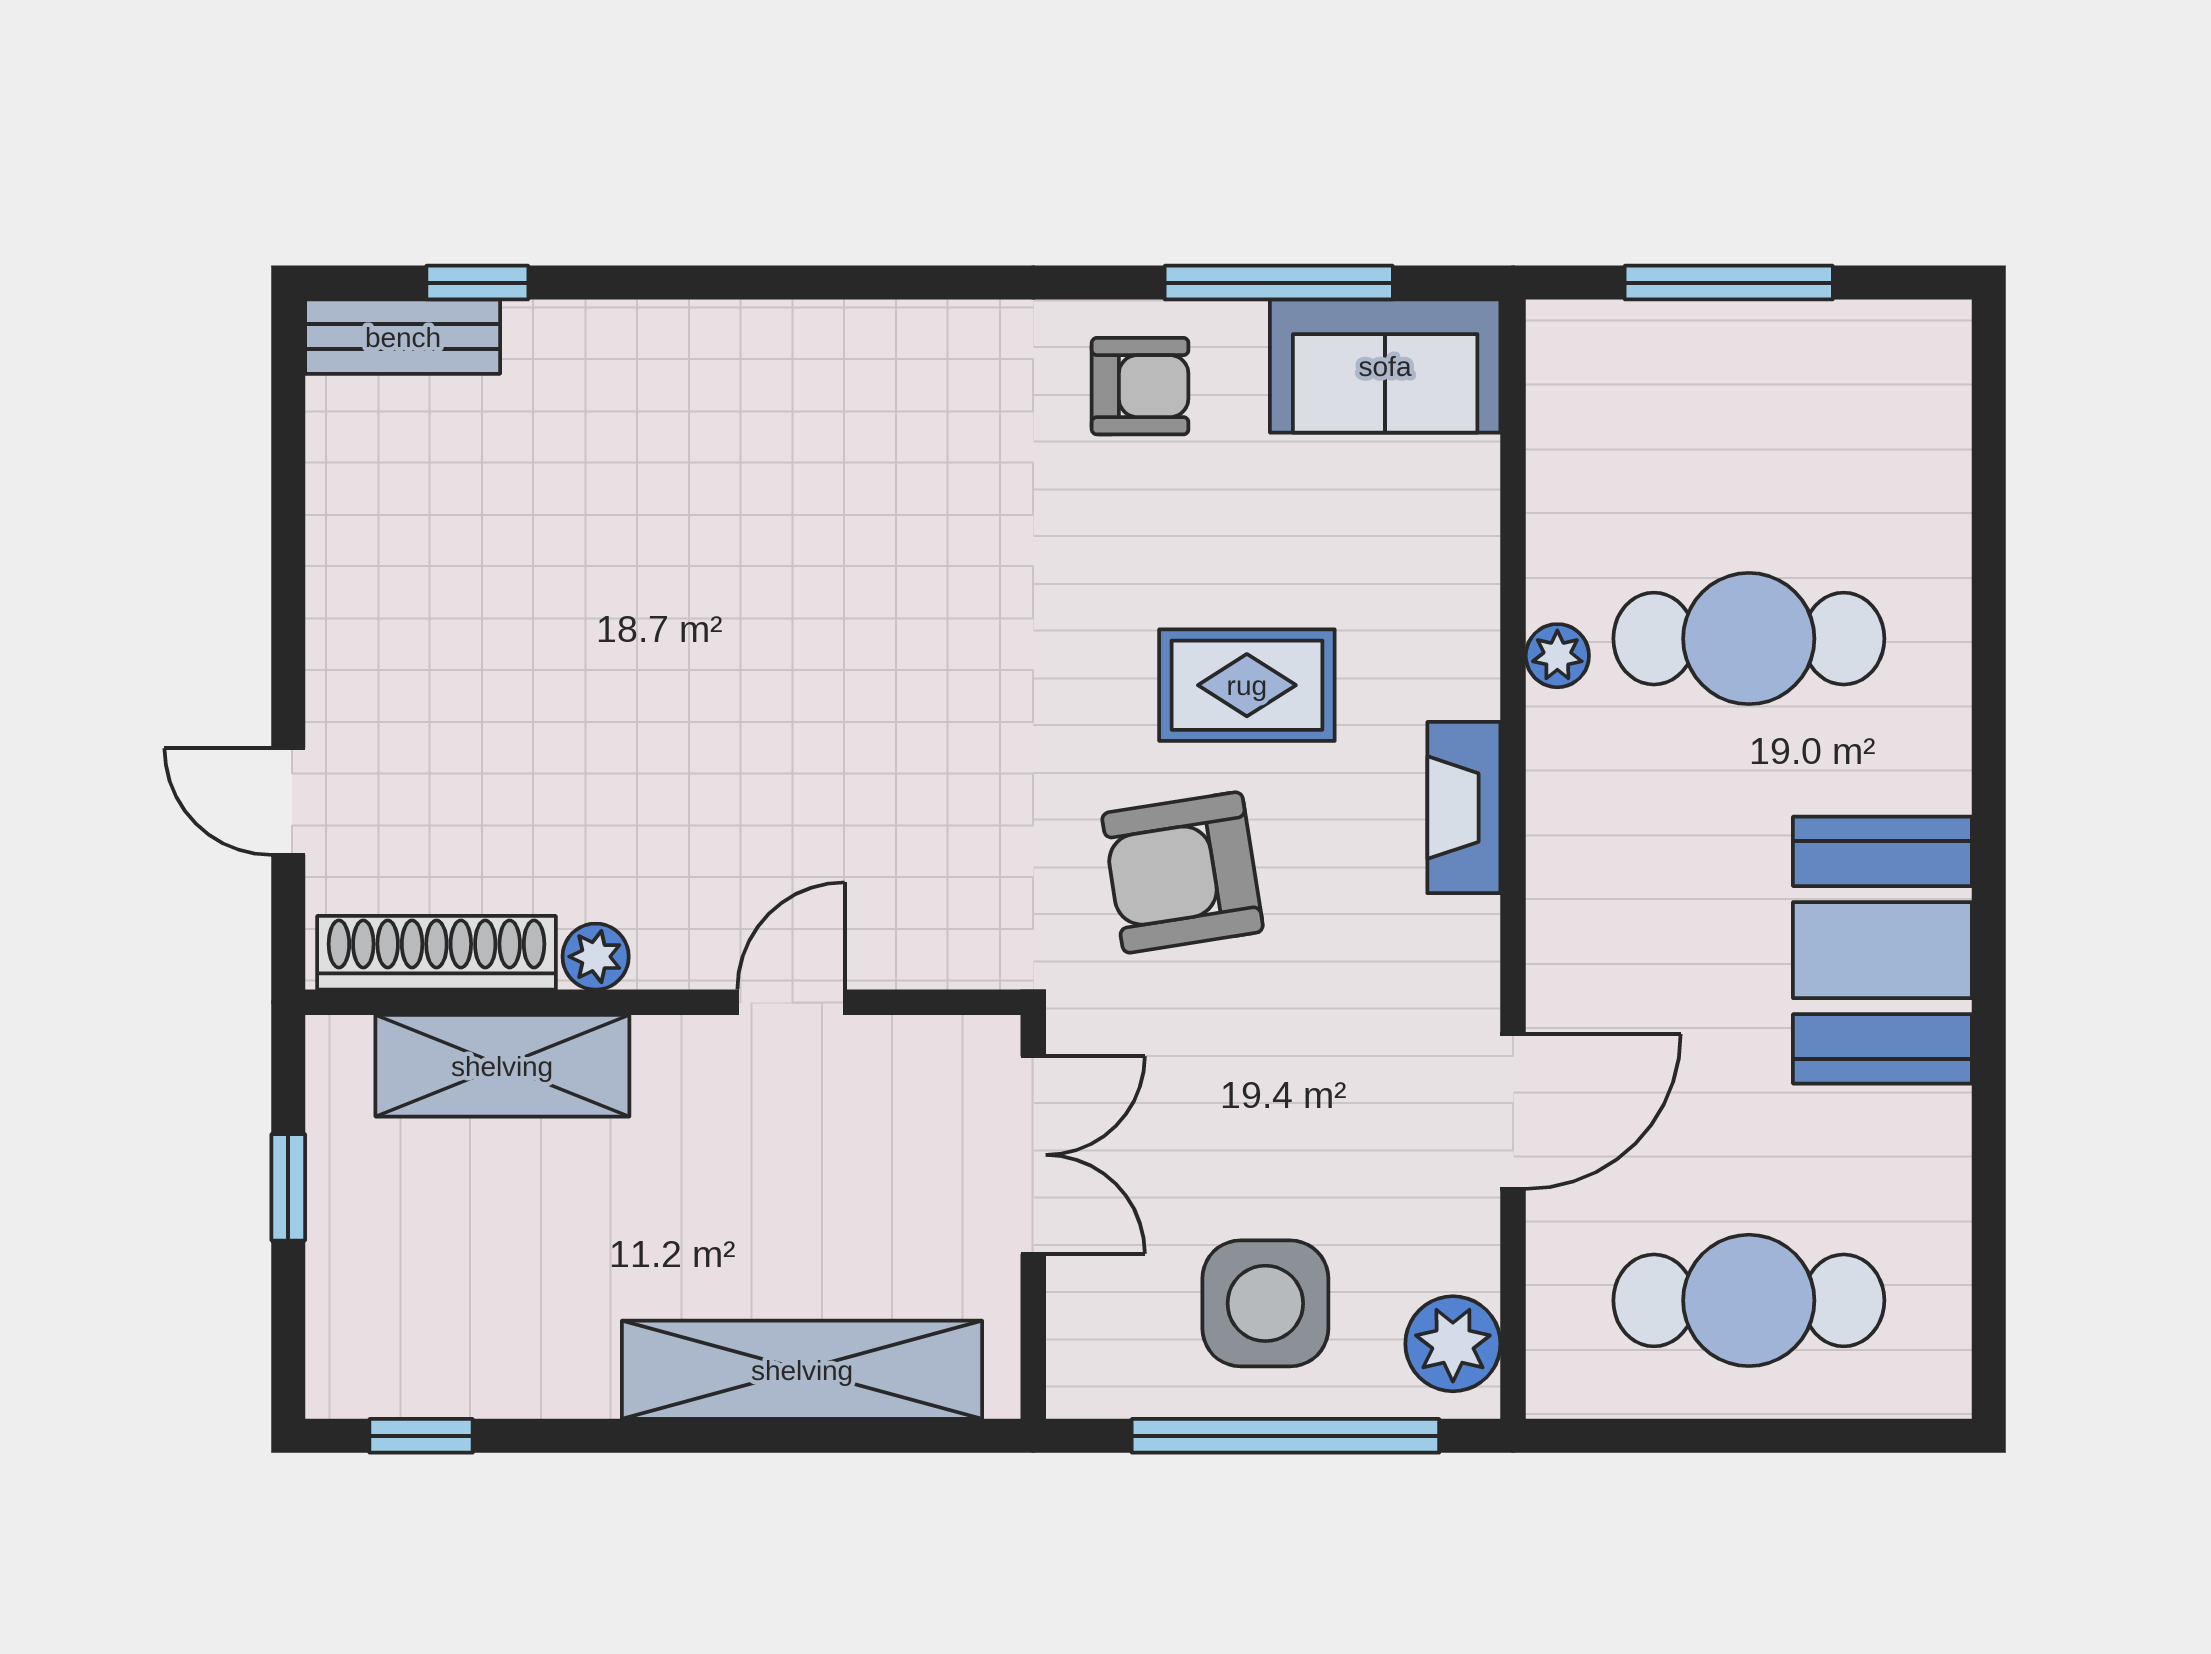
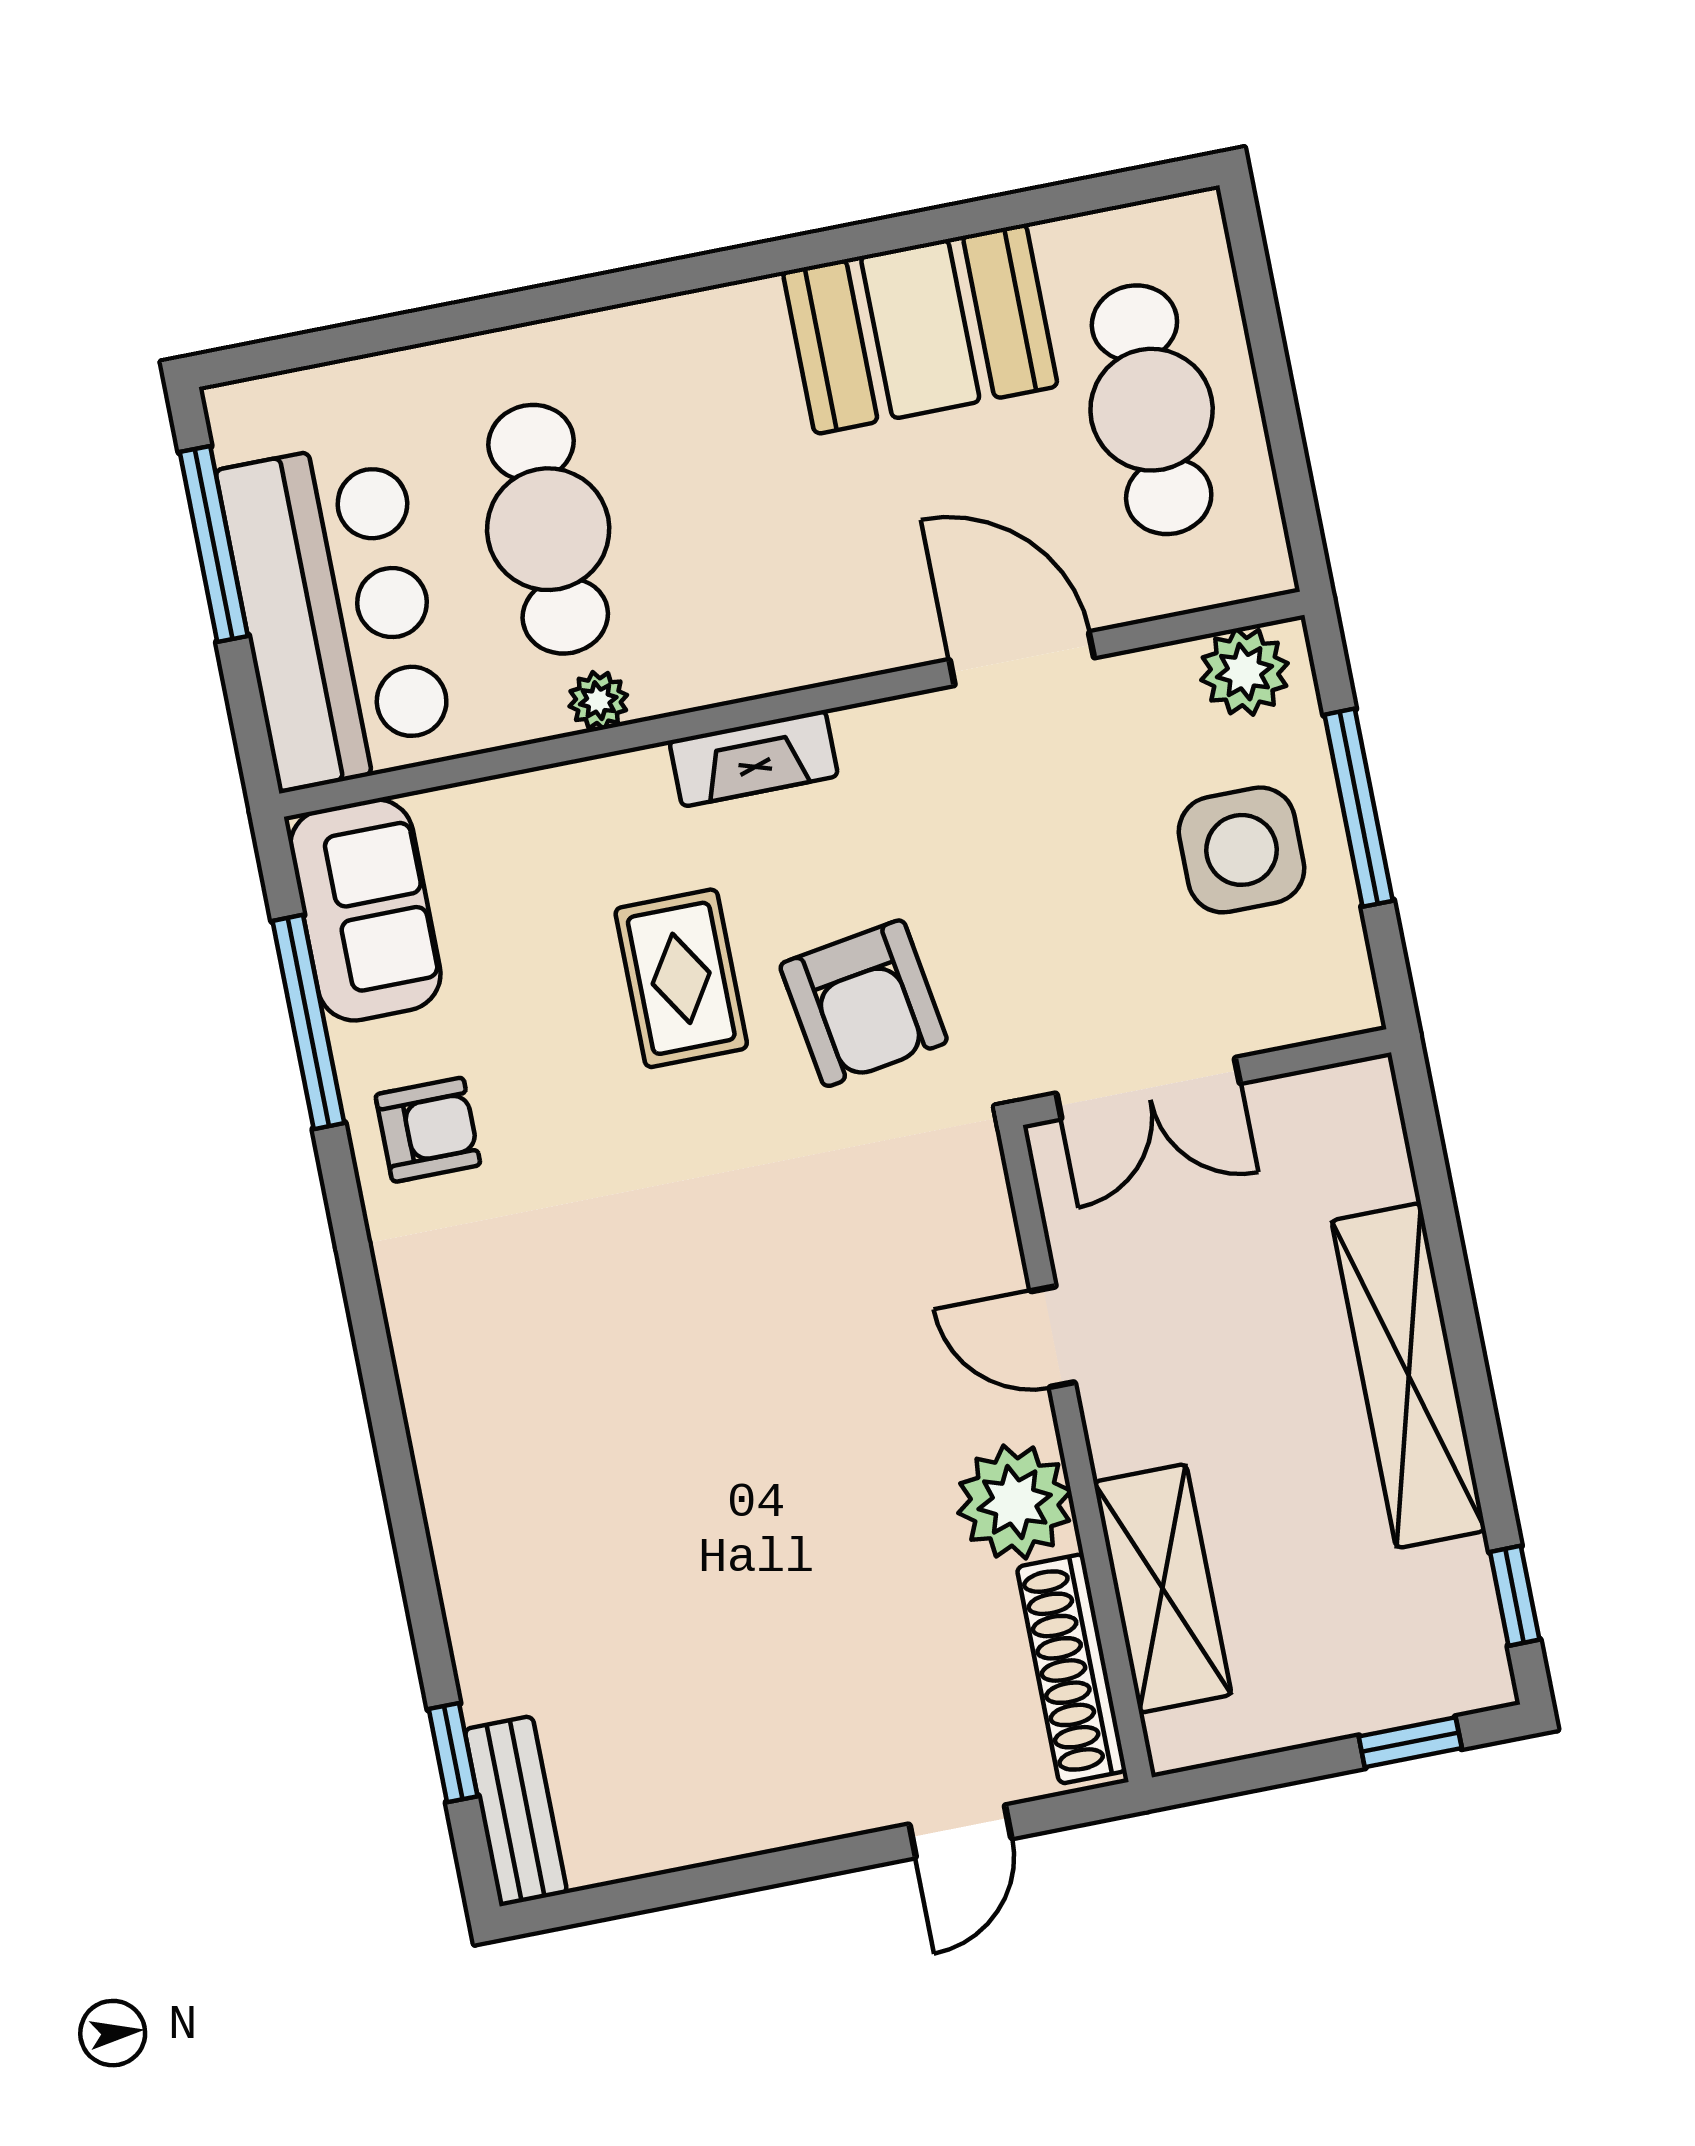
window: (1729, 283) -> (214, 544), moved
armchair: (1140, 386) -> (428, 1130), turned 90
bar counter: (1704, 398) -> (337, 614), added
booth: (1882, 950) -> (920, 329), moved
plant: (596, 957) -> (1015, 1502), width x1.87, depth x1.87
double door: (1033, 1155) -> (1148, 1088), swing flipped
window: (288, 1187) -> (1410, 1742), moved
shelving: (802, 1370) -> (1409, 1376), moved
window: (1285, 1436) -> (1359, 808), width x0.68

